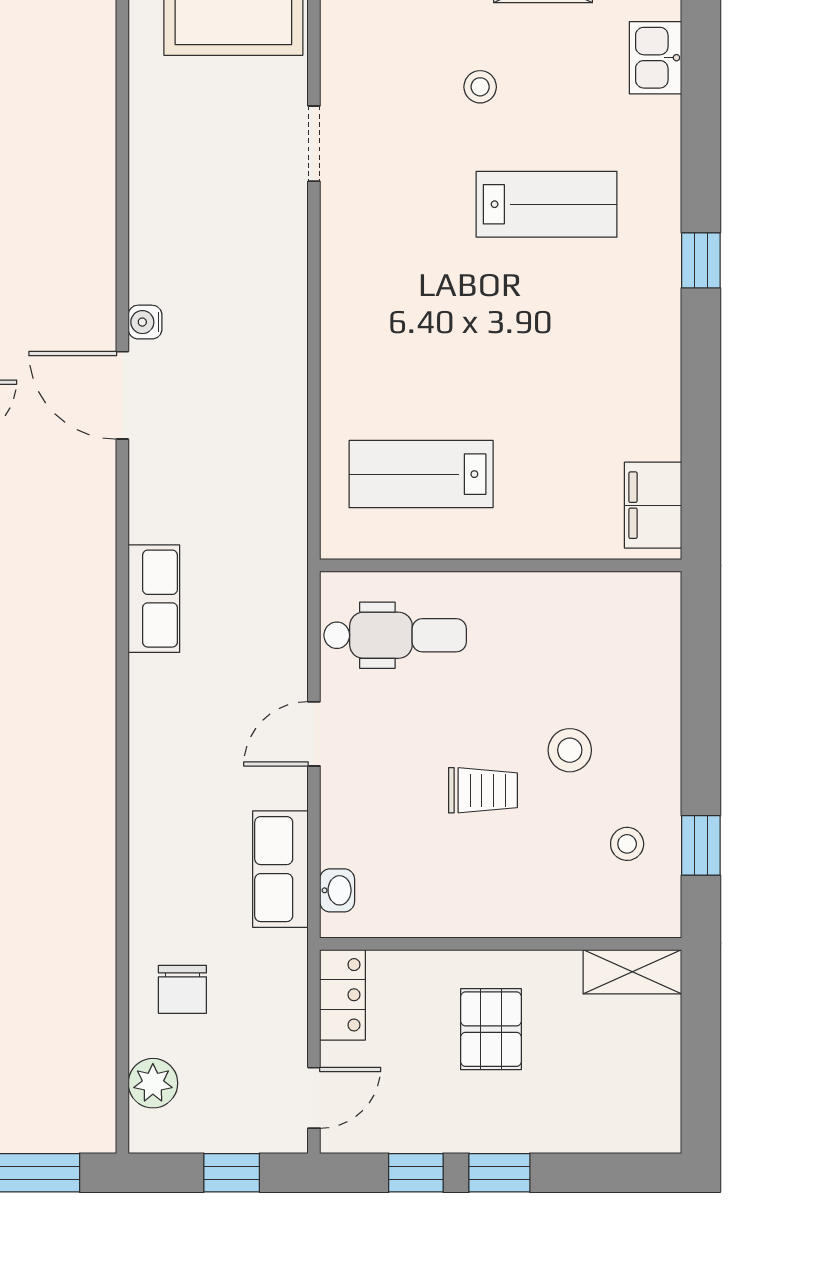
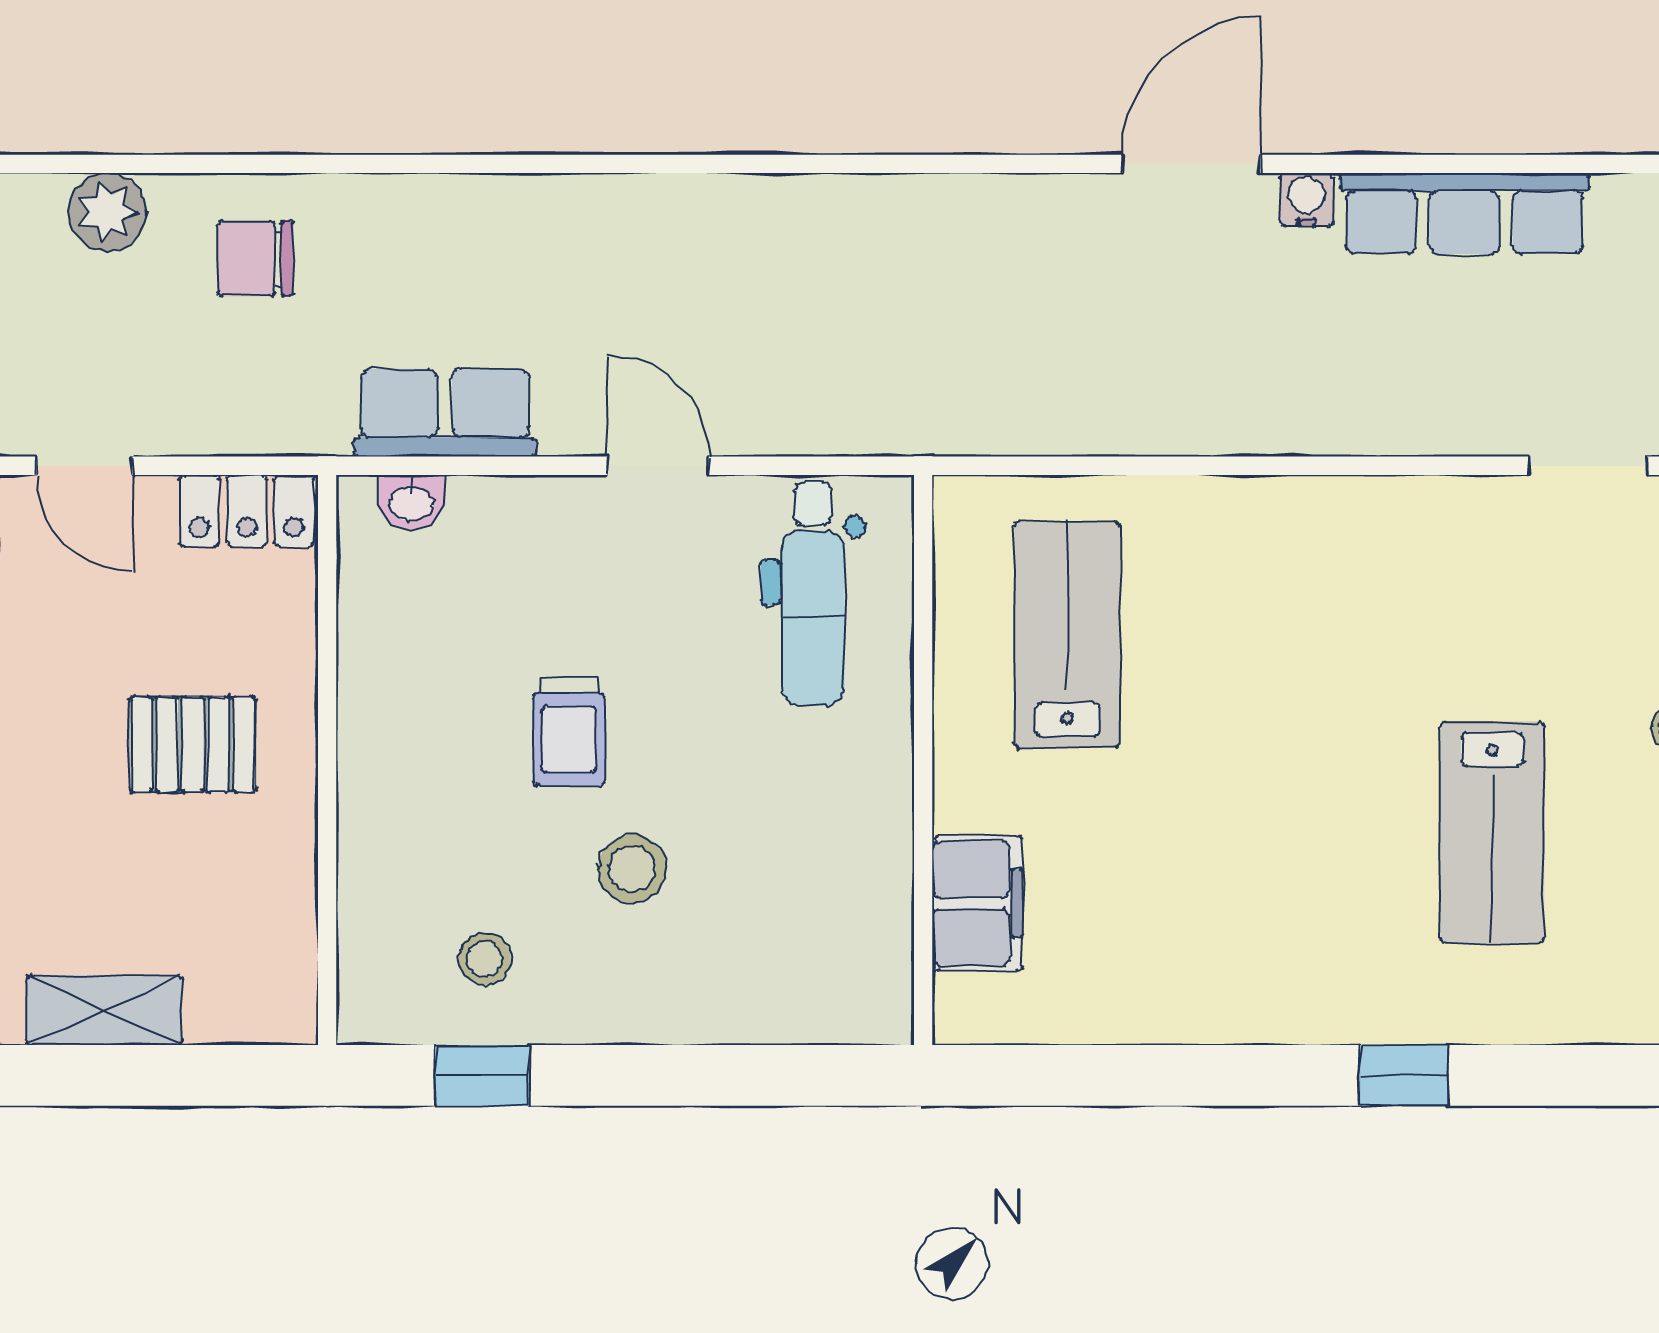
filing cabinet: (653, 505) -> (977, 903), moved, turned 90
row of seats: (154, 599) -> (1464, 213), moved, width x1.48
shelving: (632, 972) -> (104, 1010), moved, turned 90

